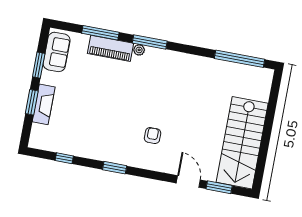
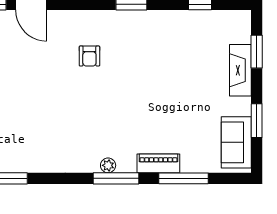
piano: (111, 48) -> (158, 163), width x0.73, depth x0.75
plant: (139, 50) -> (108, 165), moved
window: (32, 102) -> (257, 52), moved

